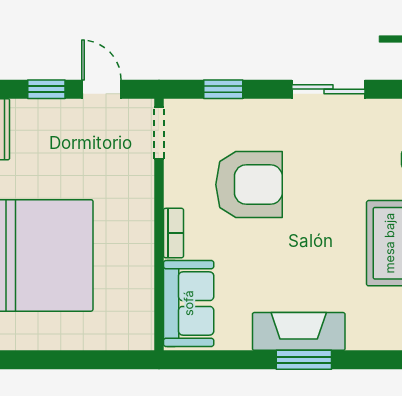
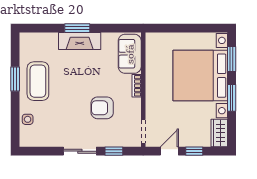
door: (101, 89) -> (169, 151), swing flipped
sliding door: (328, 89) -> (80, 151), moved
armchair: (249, 185) -> (102, 108), width x0.73, depth x0.73

